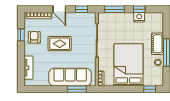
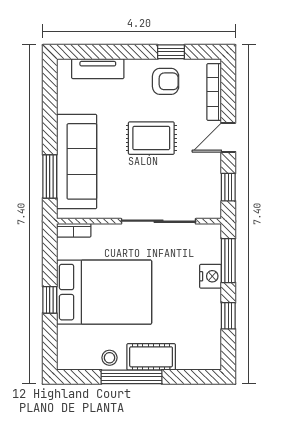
nightstand: (139, 17) -> (211, 276), moved
rug: (60, 44) -> (151, 138), turned 90
window: (150, 89) -> (50, 300), moved

